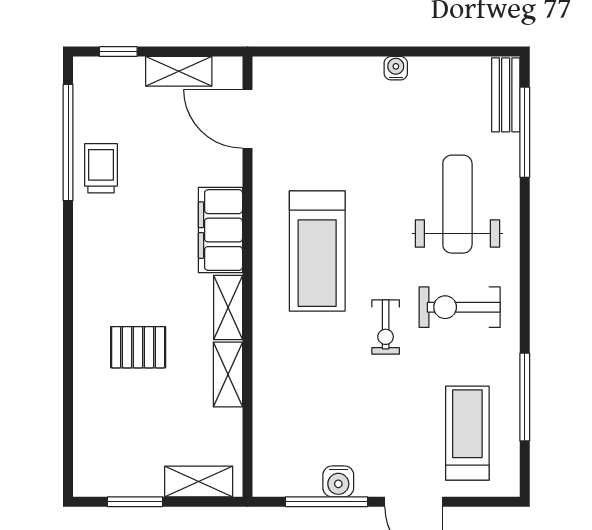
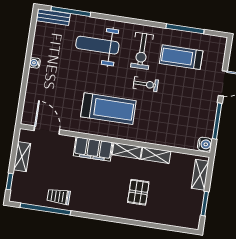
door: (247, 119) -> (47, 130), swing flipped
treadmill: (467, 433) -> (181, 57), moved
water cooler: (338, 481) -> (205, 144), moved

